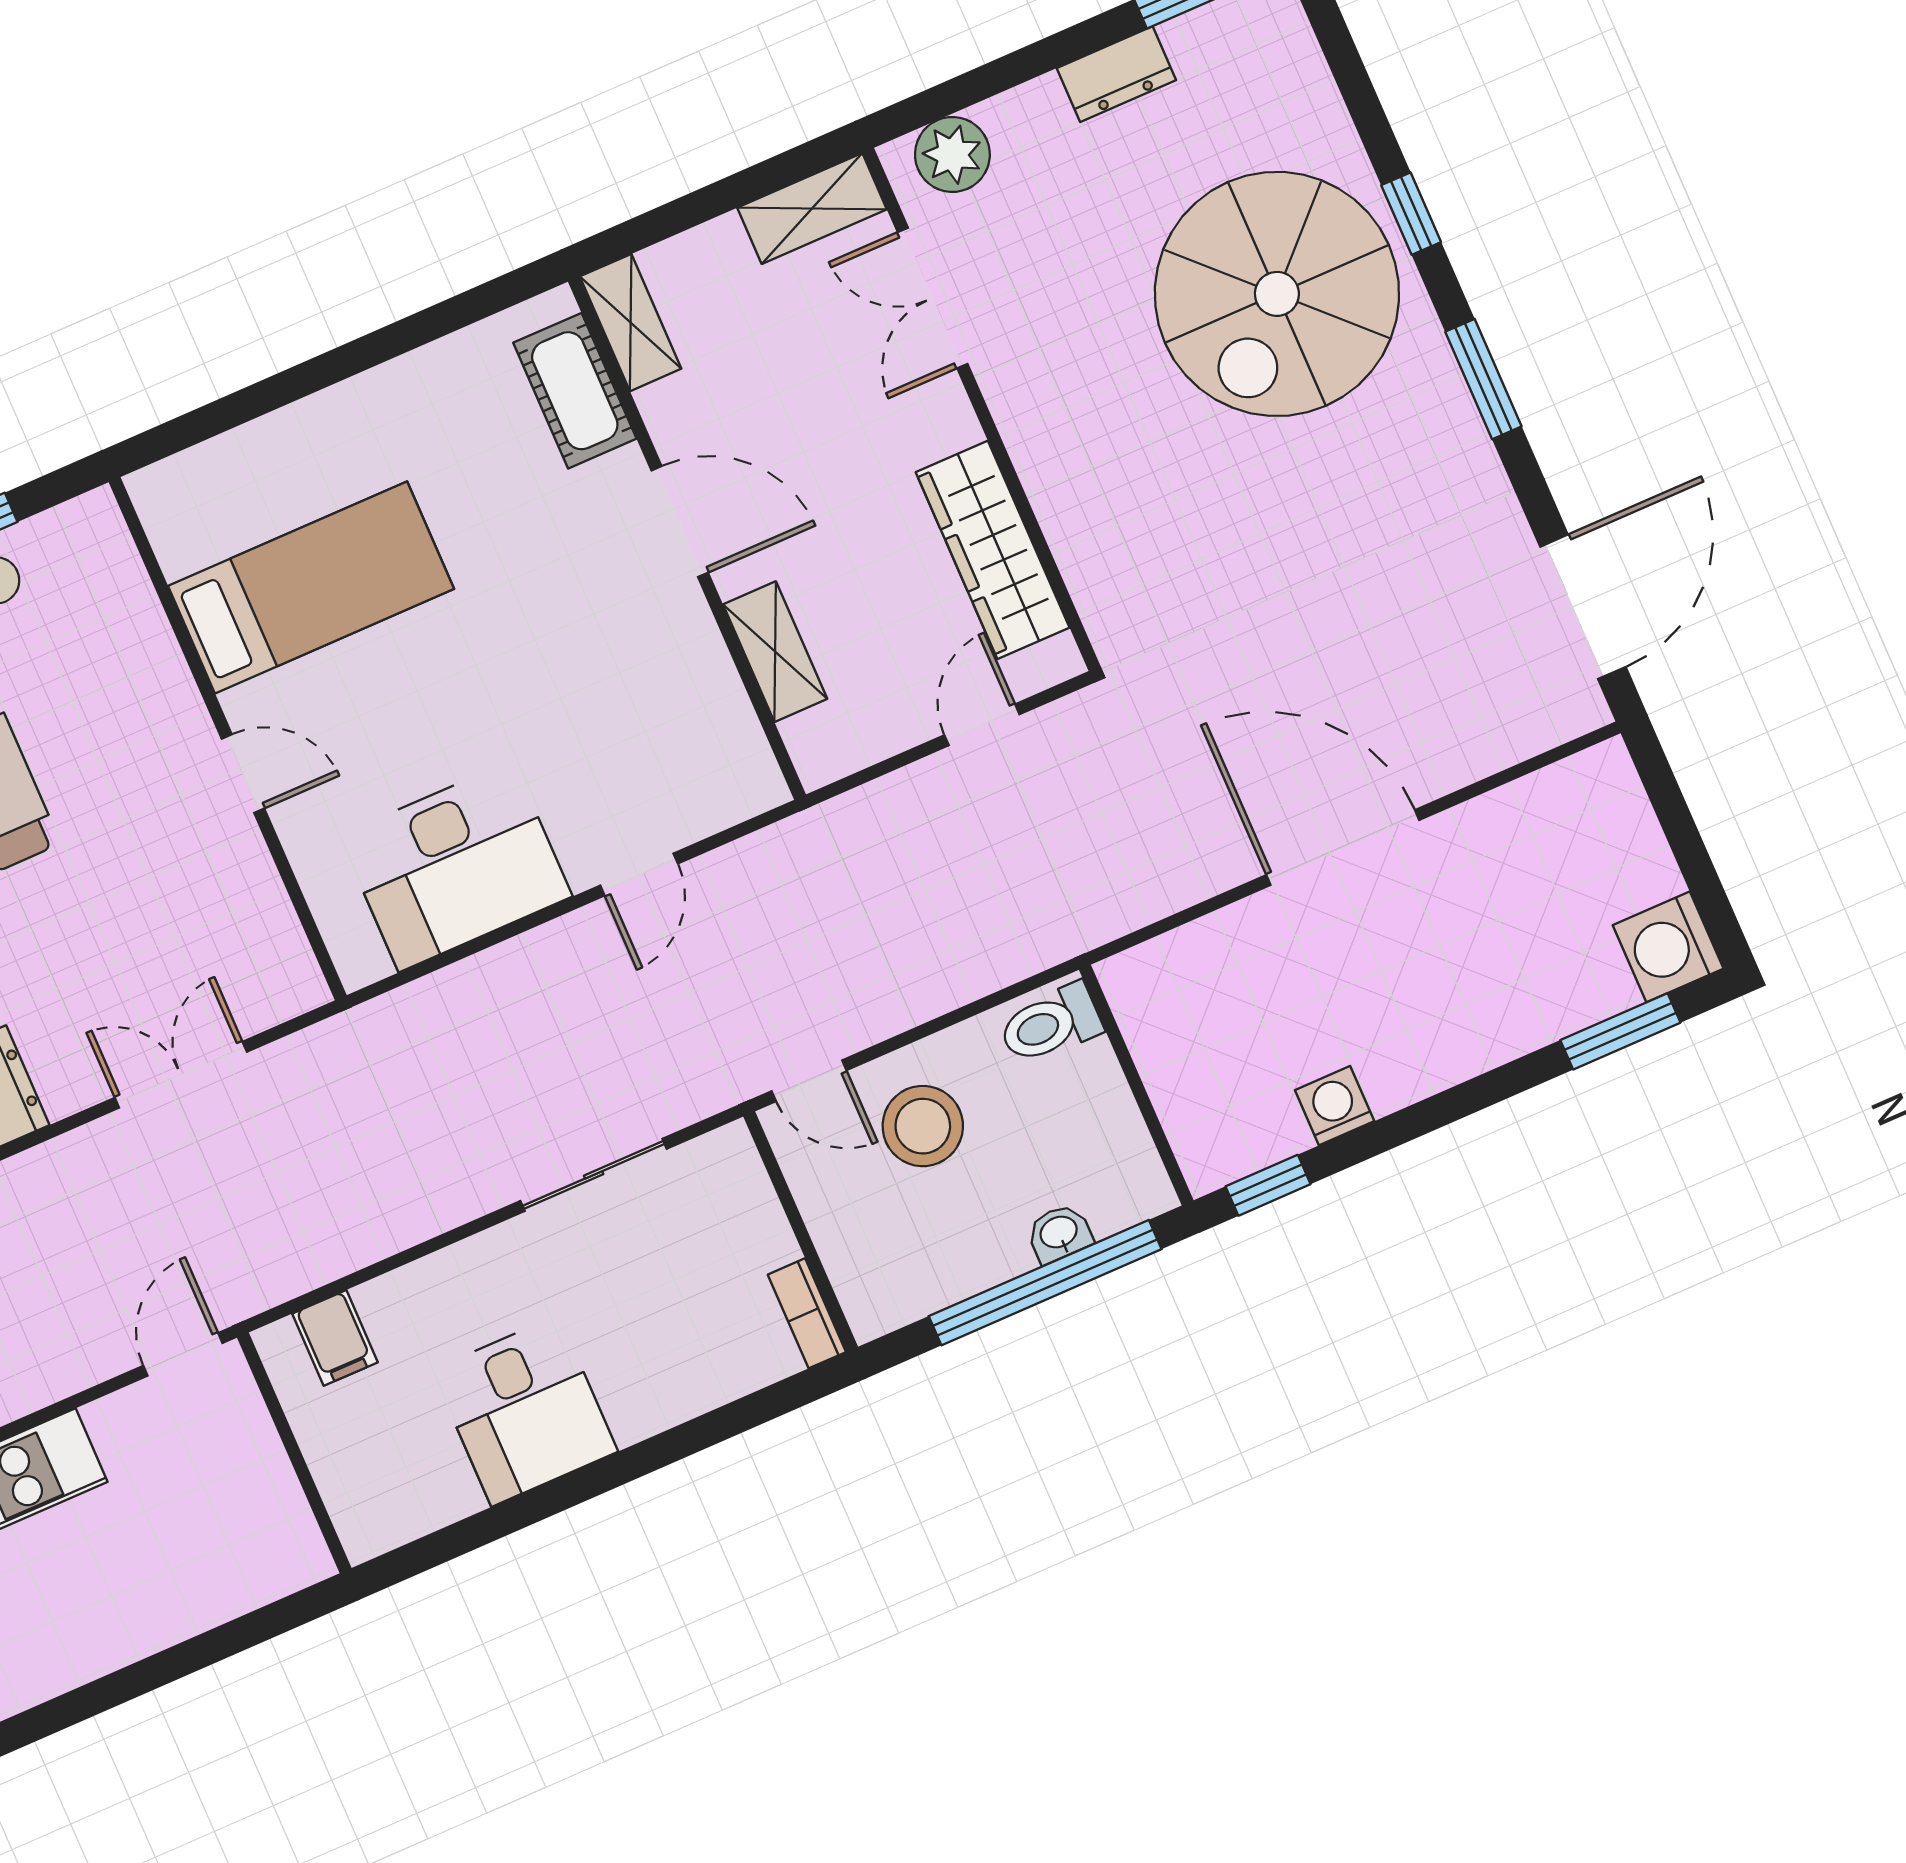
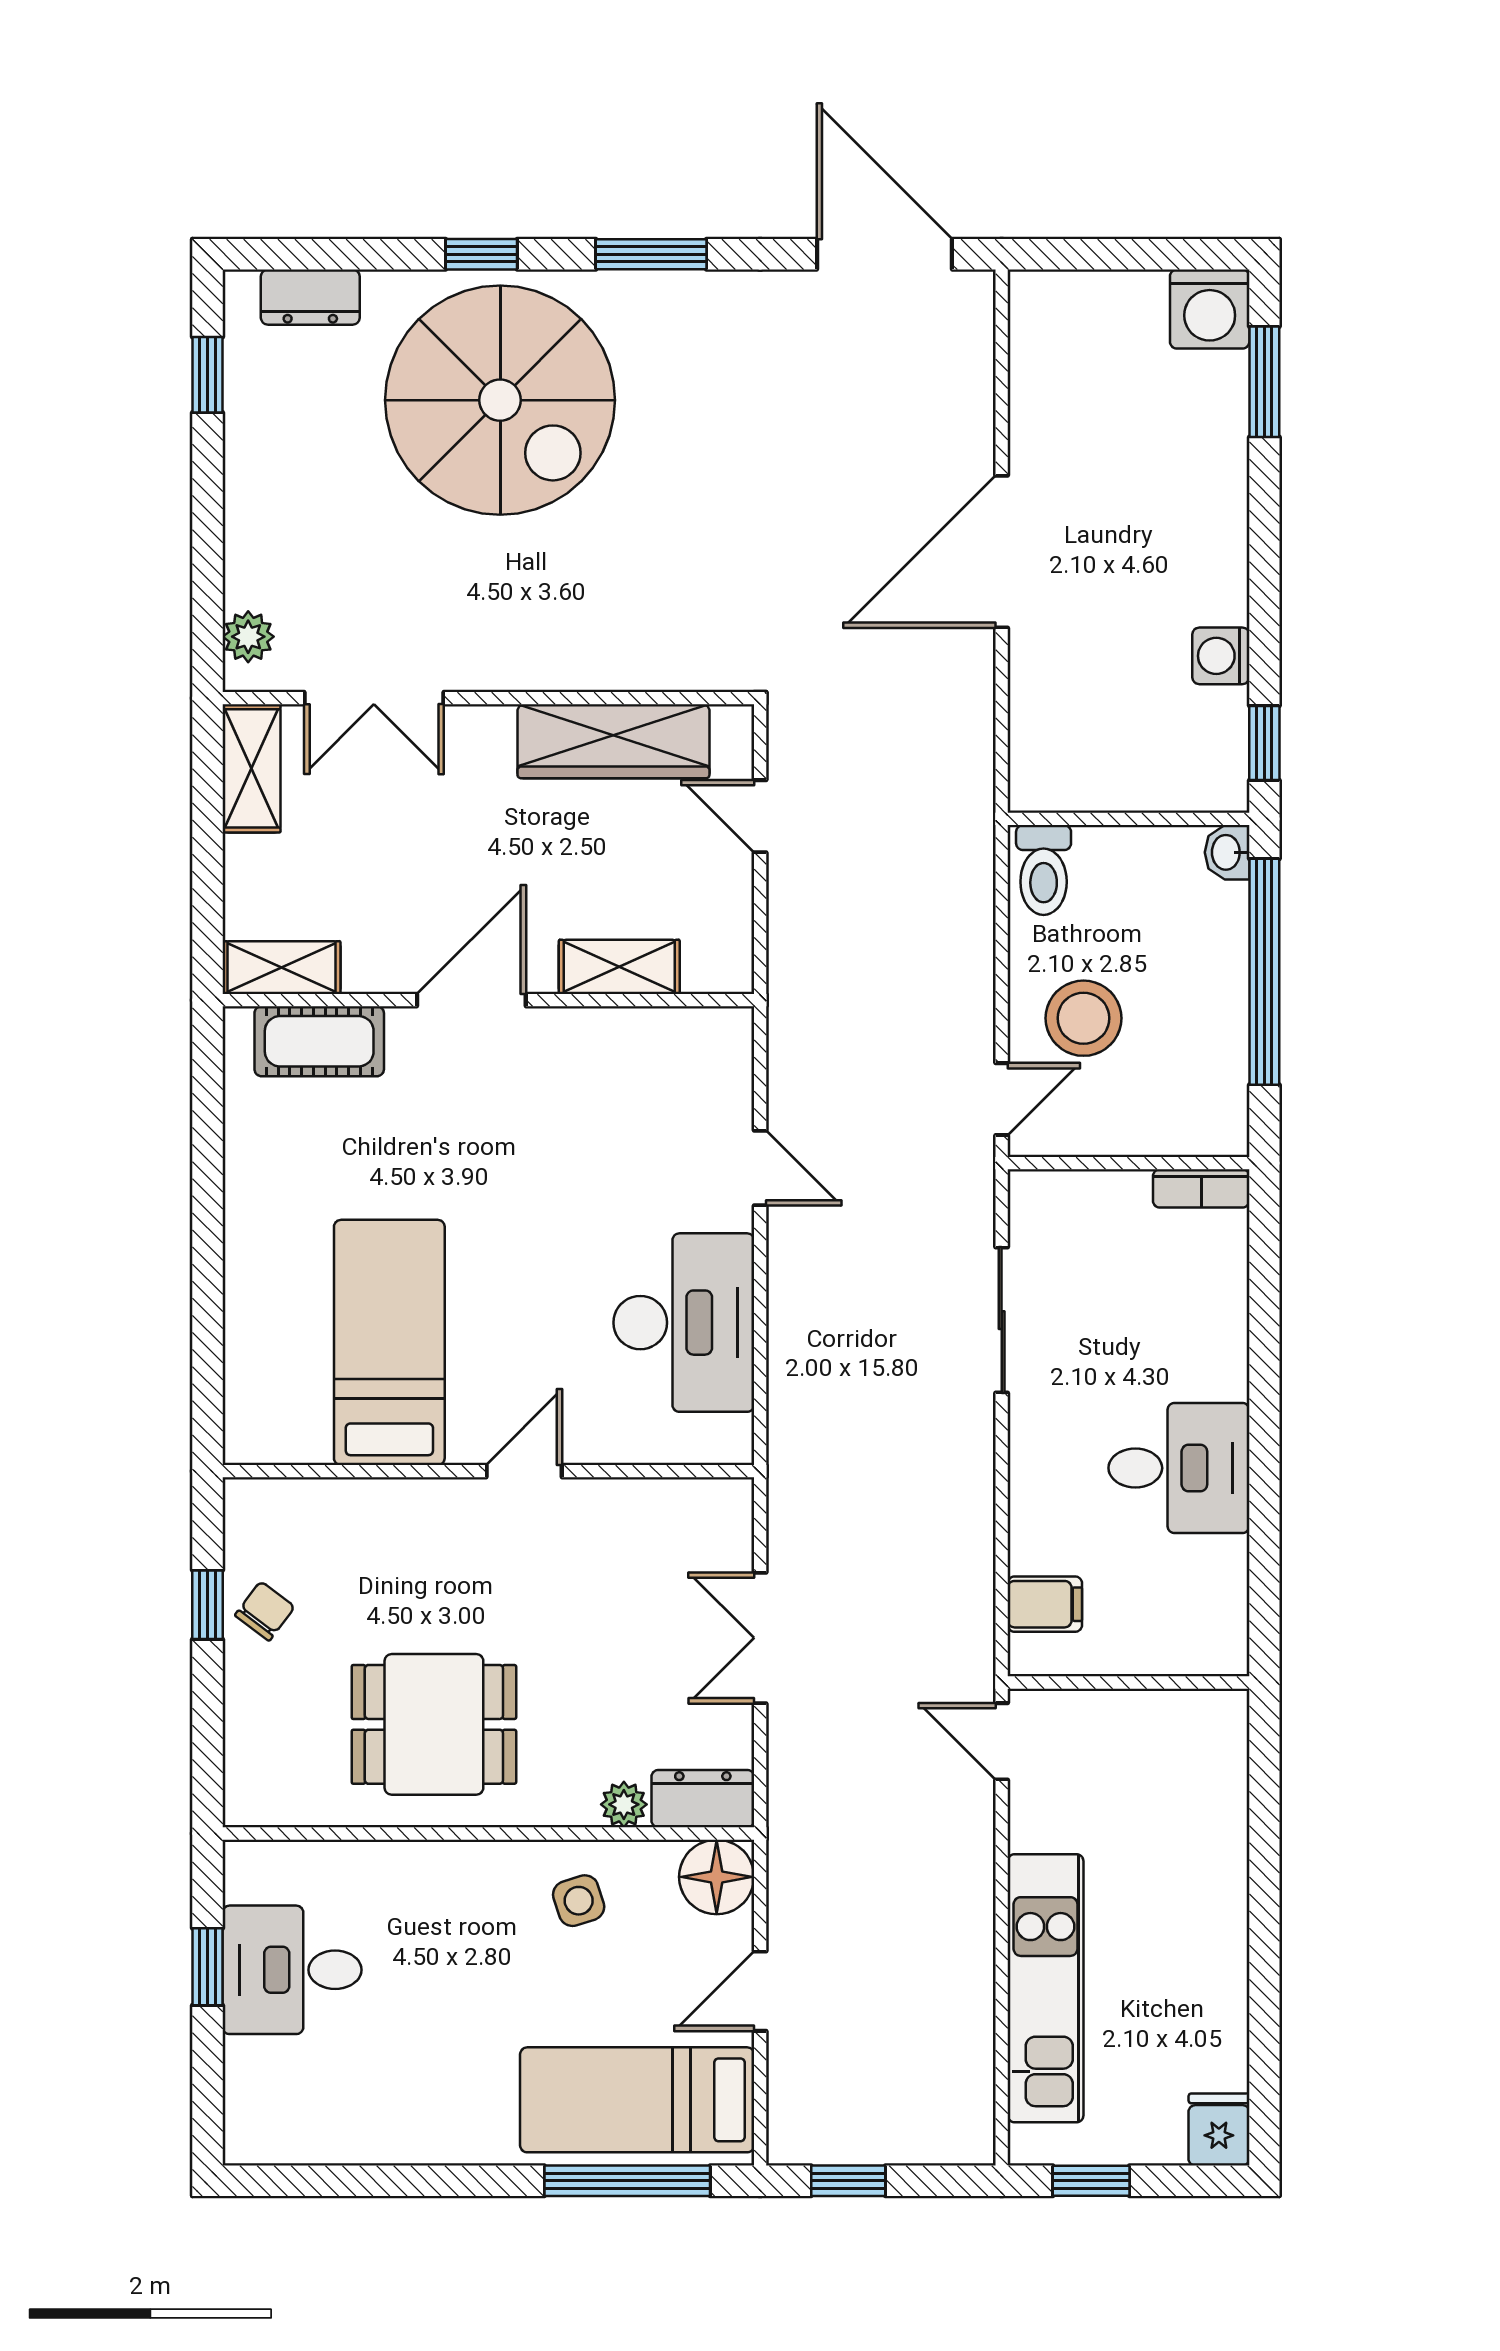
dresser: (1116, 74) -> (310, 297), moved, turned 90
plant: (952, 154) -> (248, 637), width x0.73, depth x0.73
washbasin: (1059, 1233) -> (1227, 852), moved

